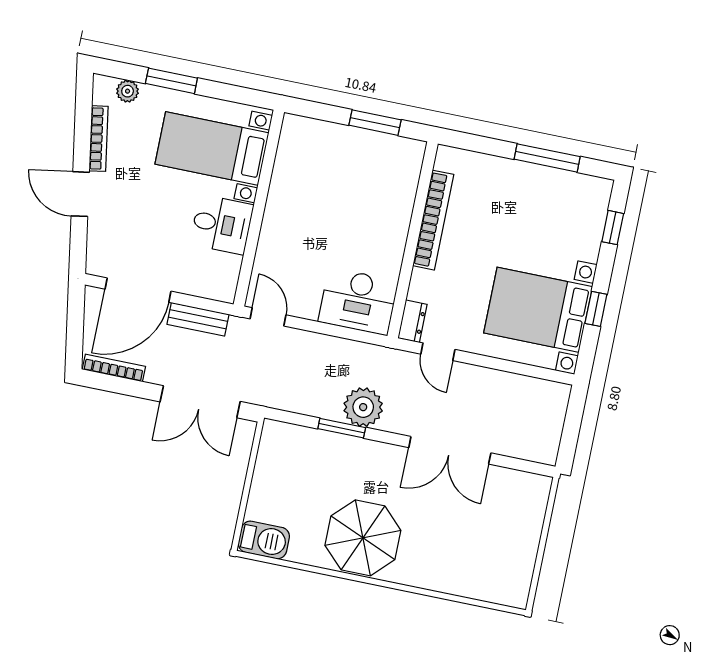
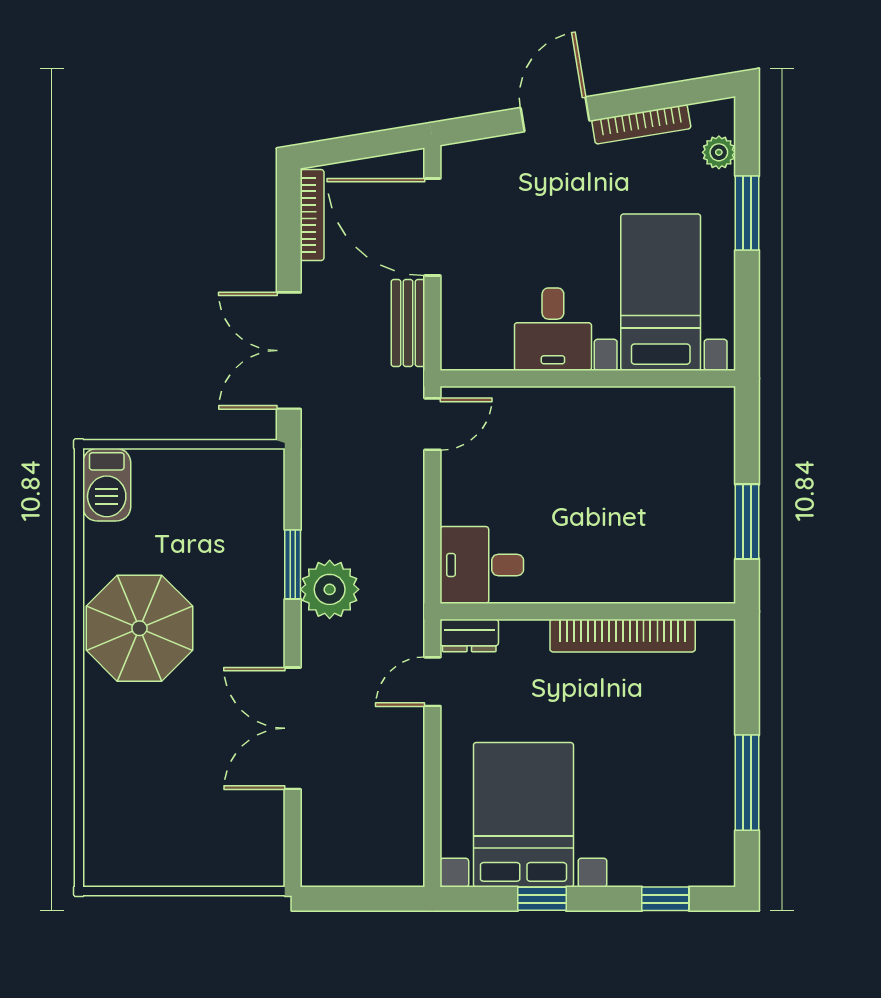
desk: (358, 301) -> (482, 565), width x0.73

